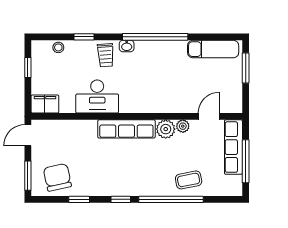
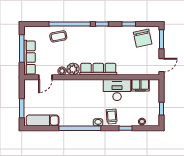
filing cabinet: (45, 104) -> (140, 85), moved

